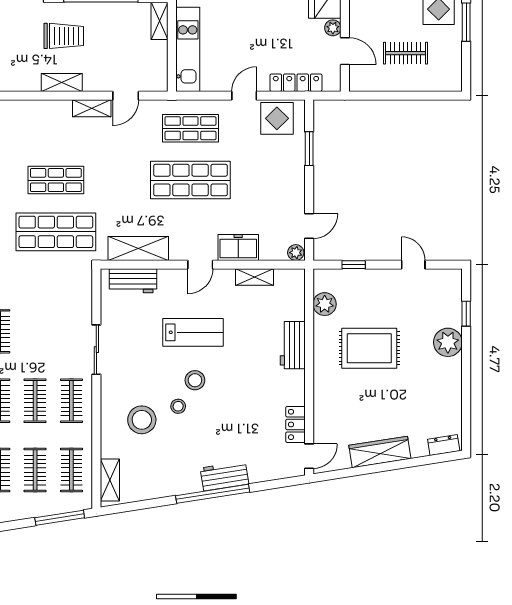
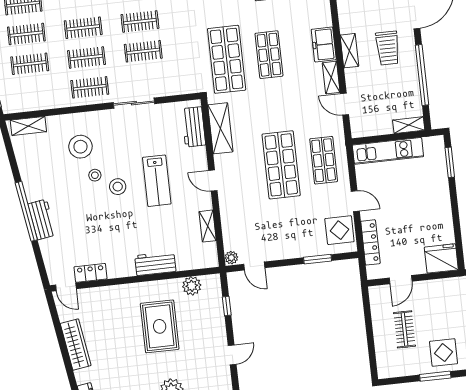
plant: (333, 28) -> (419, 268), removed
freezer: (238, 247) -> (324, 45), moved, turned 180
clothes rail: (71, 470) -> (143, 51), moved

